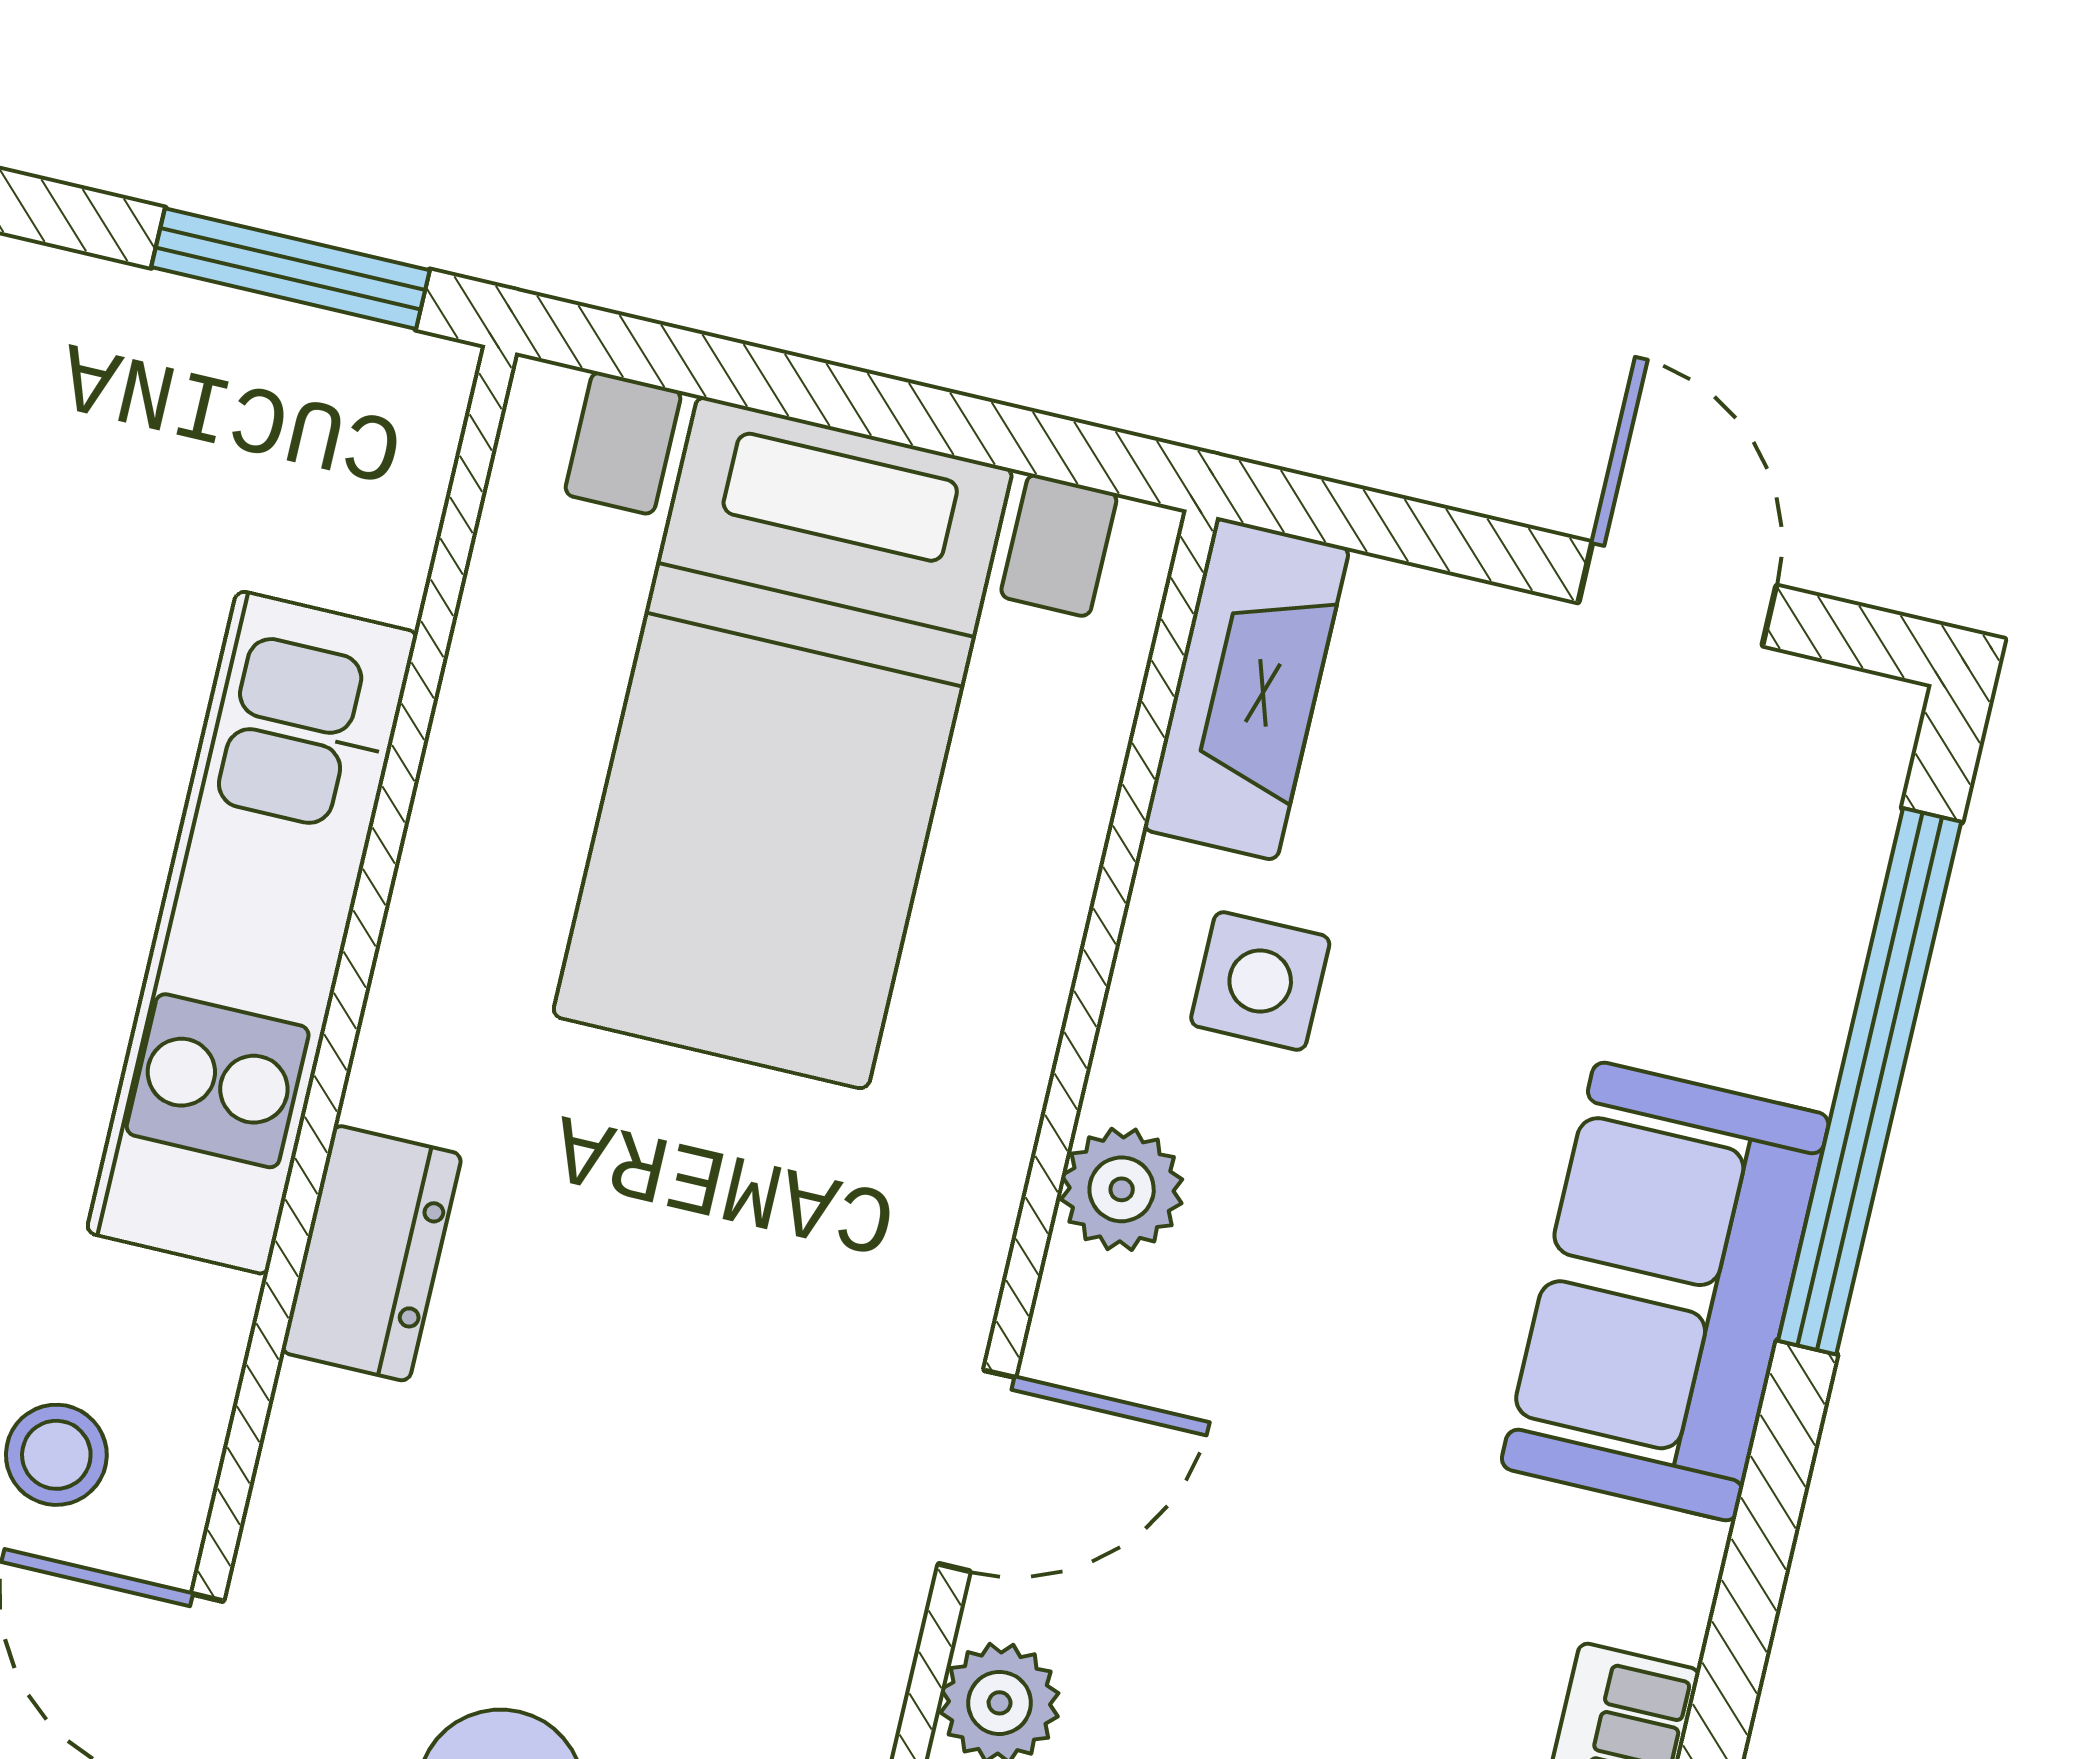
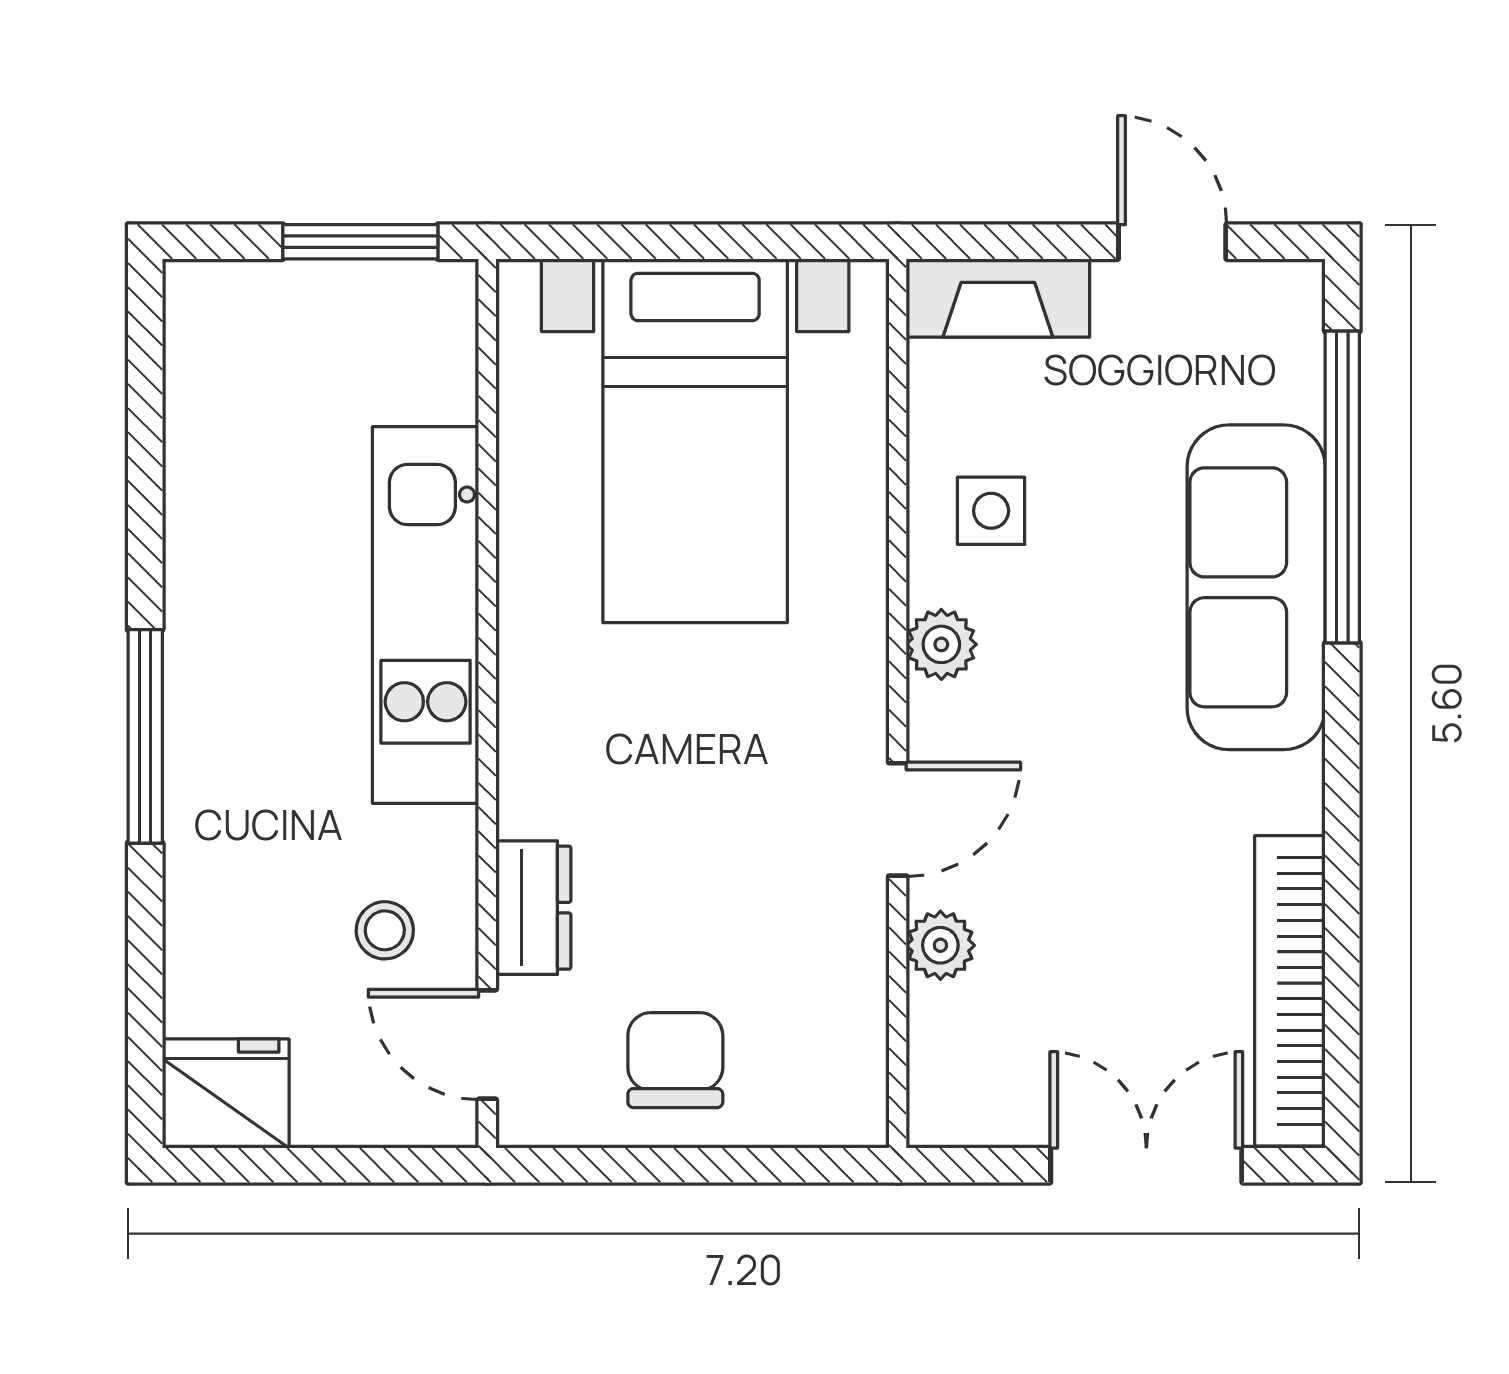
fireplace: (1246, 689) -> (998, 298), moved, turned 90
dresser: (371, 1253) -> (533, 908), moved
sofa: (1665, 1292) -> (1256, 587), width x1.36

